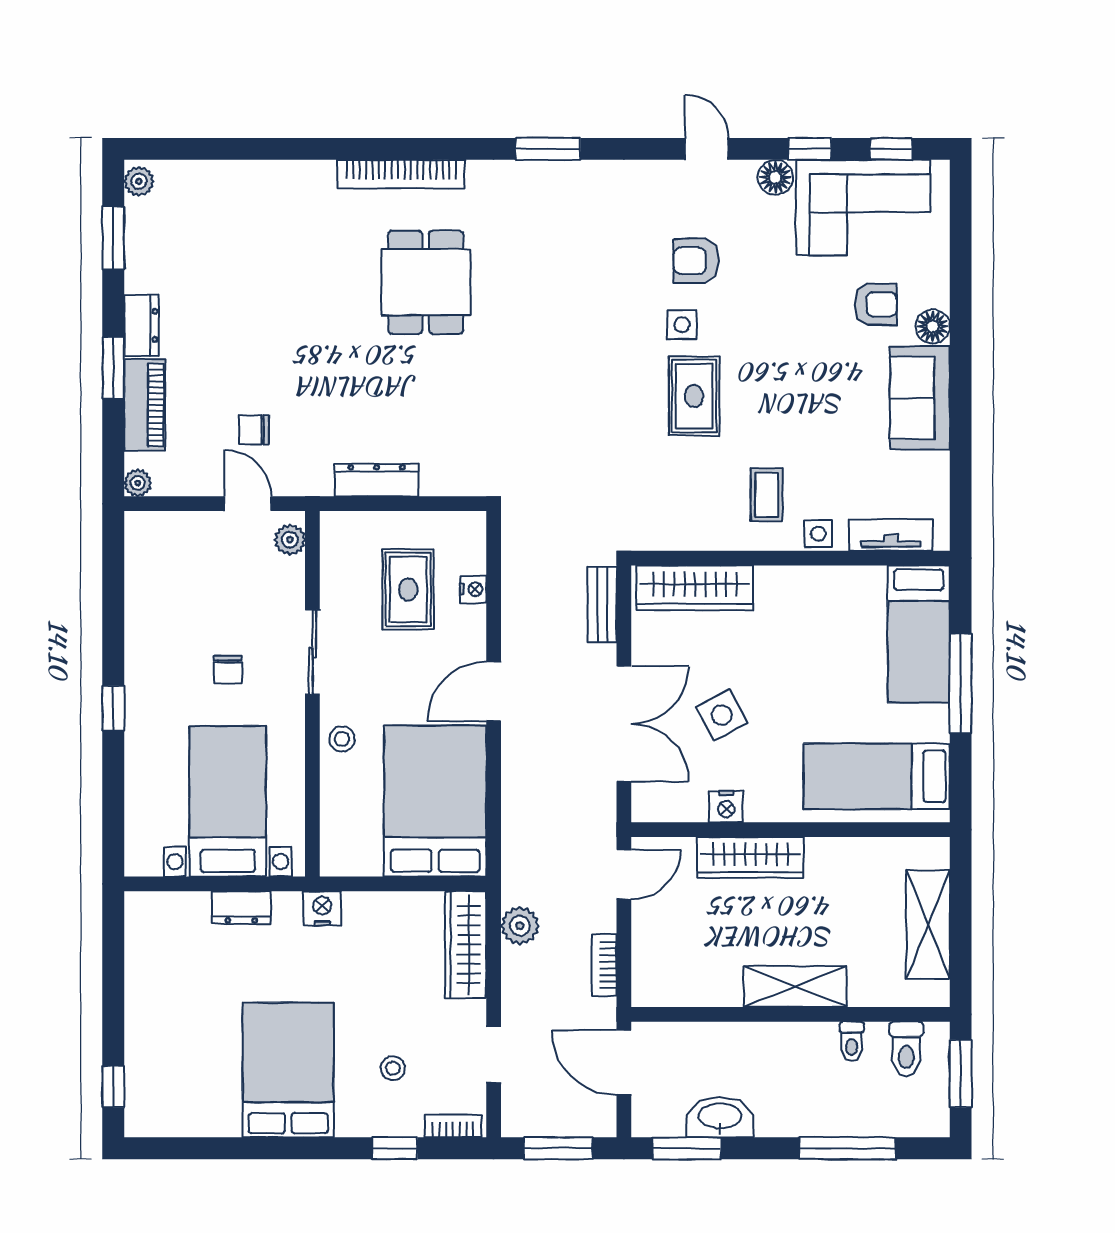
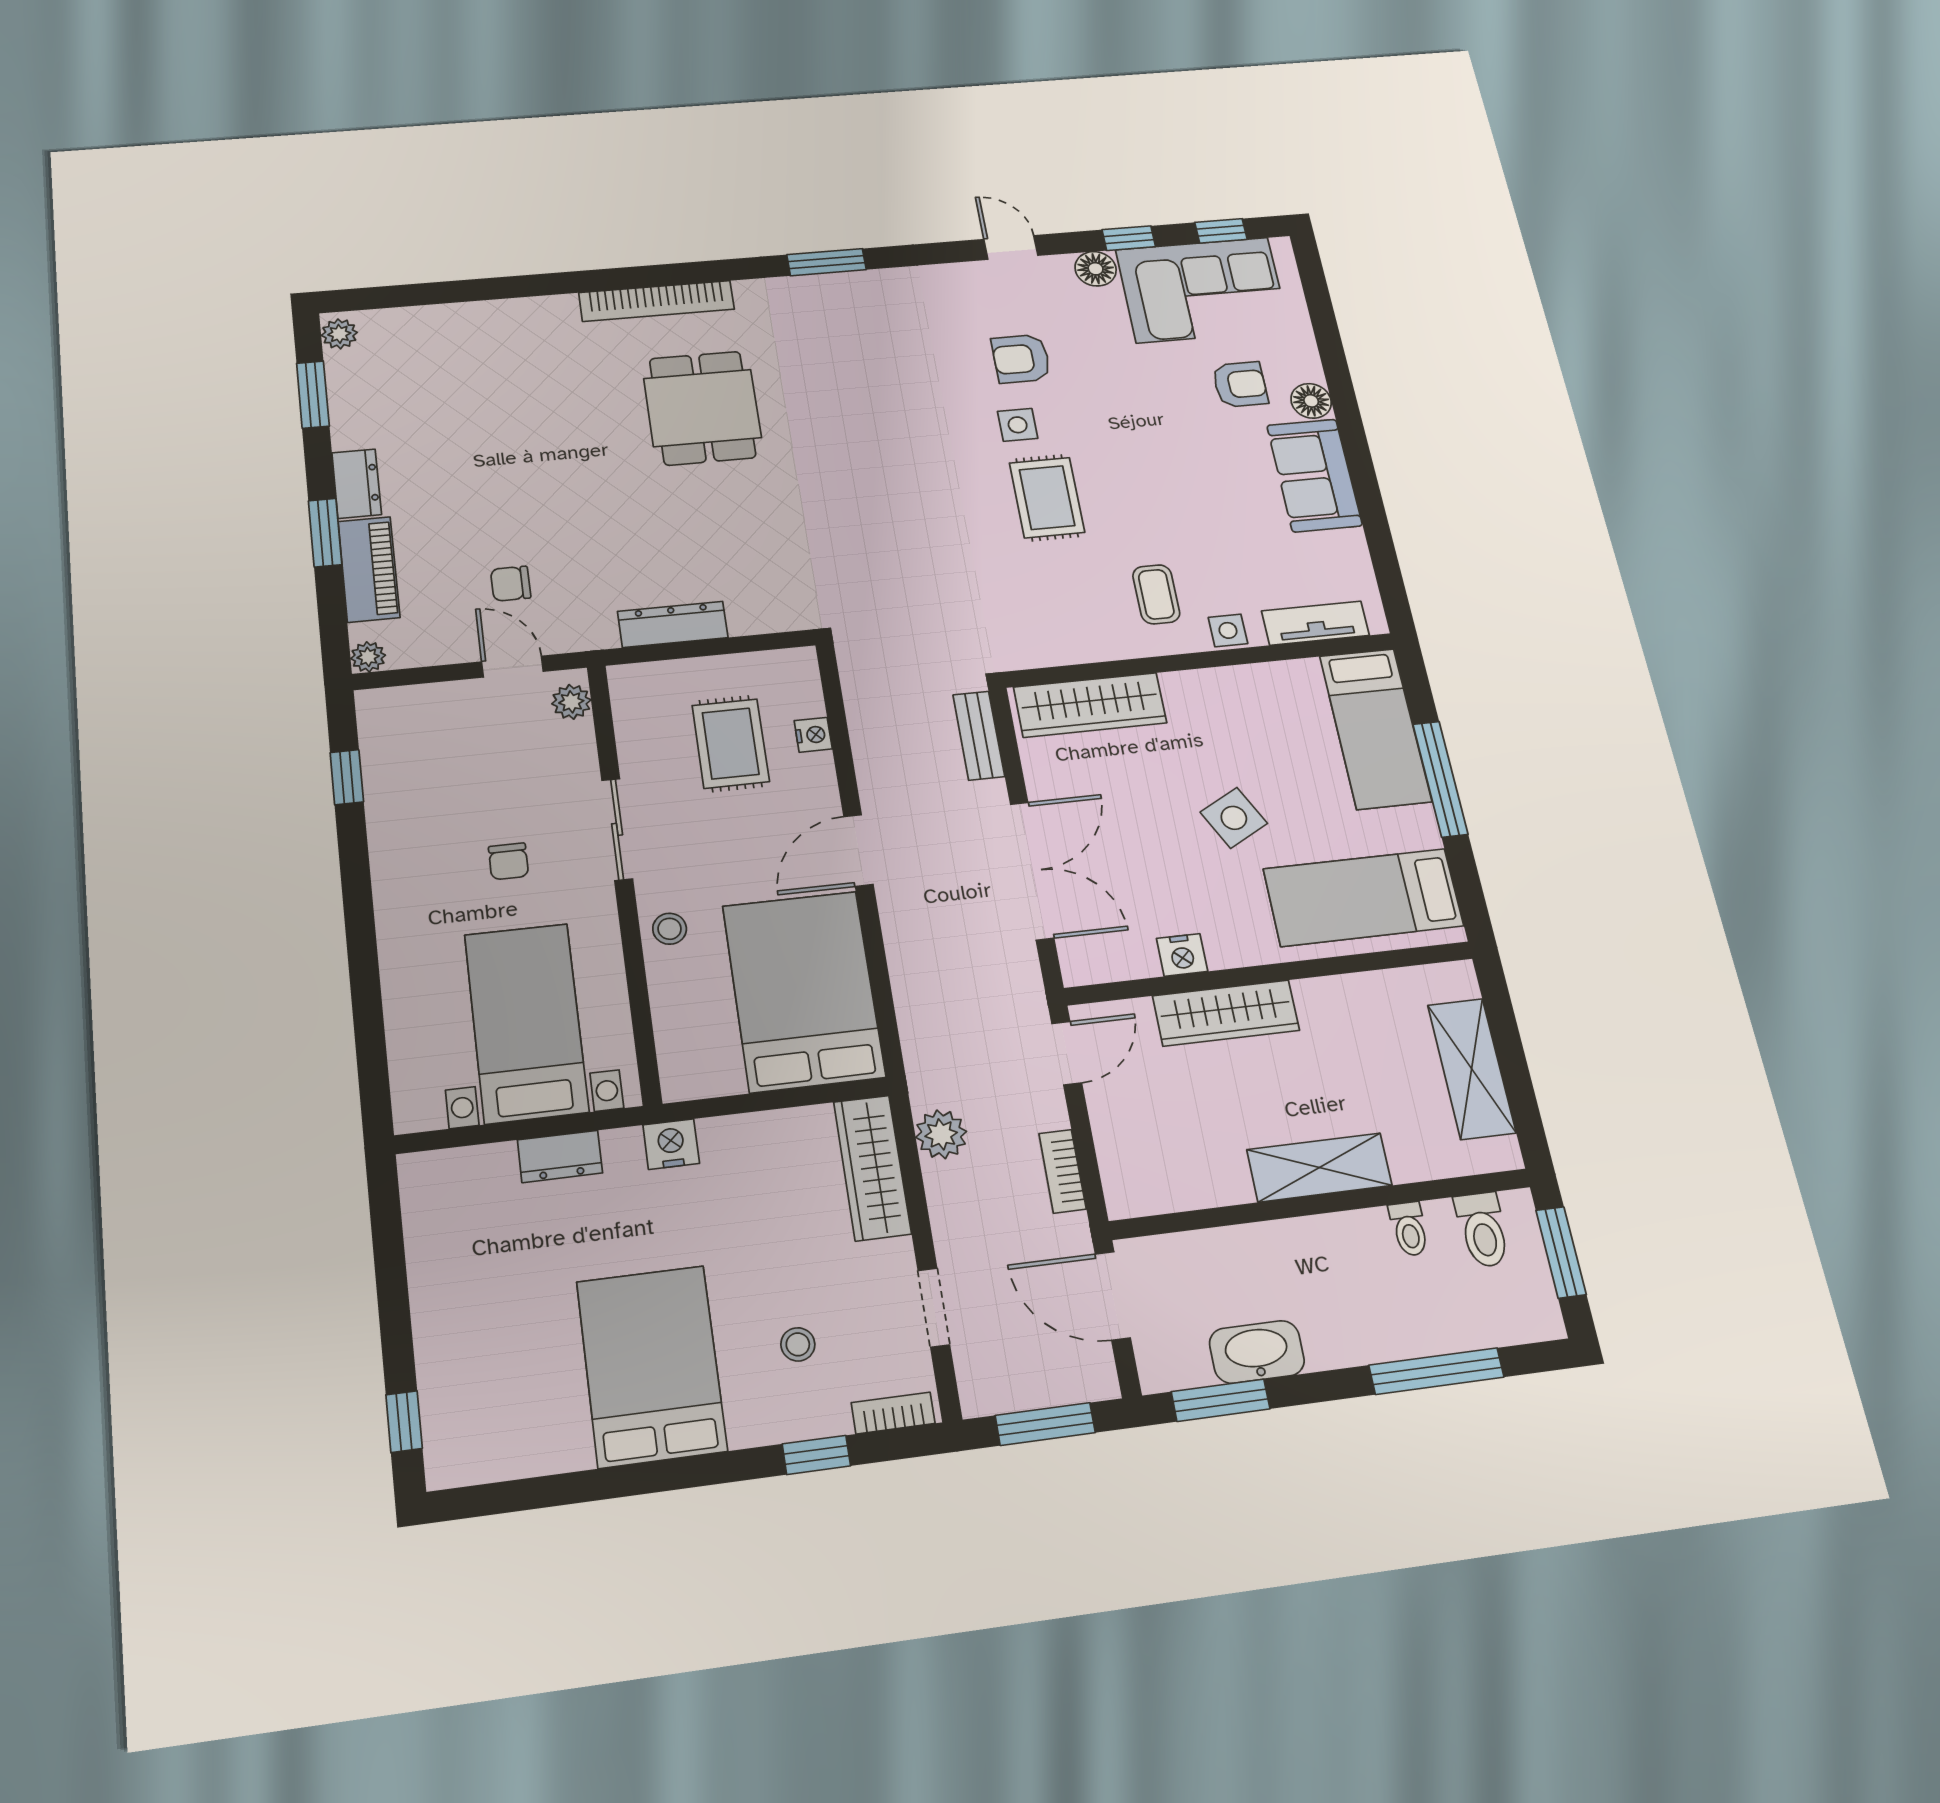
window: (113, 708) -> (347, 777), moved
side table: (722, 715) -> (1234, 818), moved

